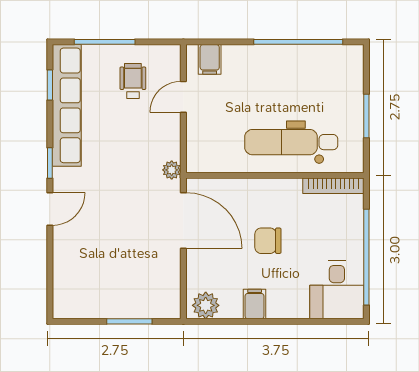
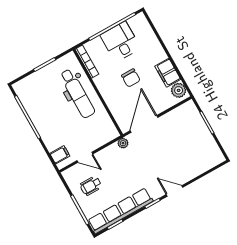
desk: (337, 290) -> (120, 42), moved, turned -90
filing cabinet: (255, 304) -> (168, 73), width x2.00

